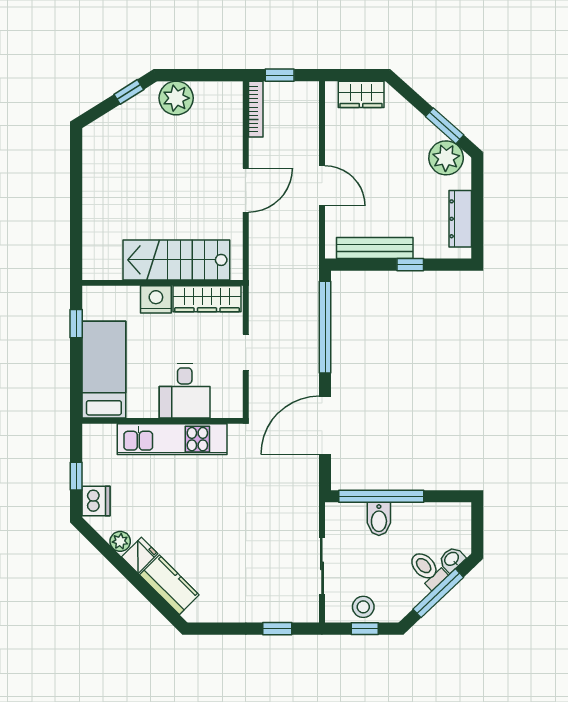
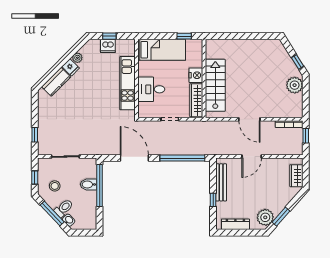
dishwasher: (96, 501) -> (108, 46), moved
stool: (363, 607) -> (55, 186), moved

